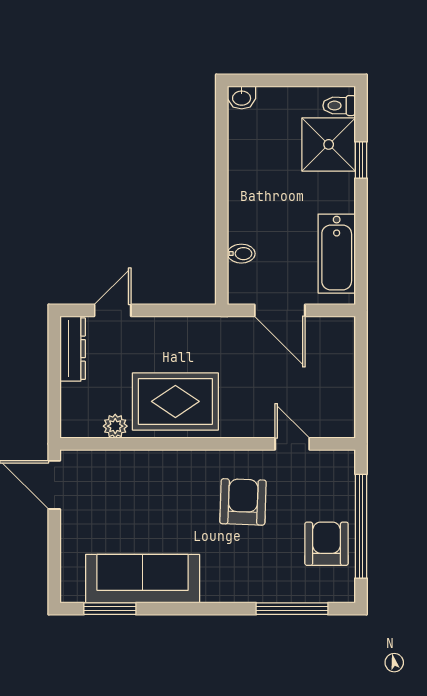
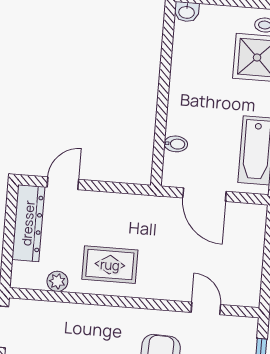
dresser: (73, 349) -> (28, 223), width x1.37, depth x1.24
rug: (175, 401) -> (110, 265), width x0.73, depth x0.70

